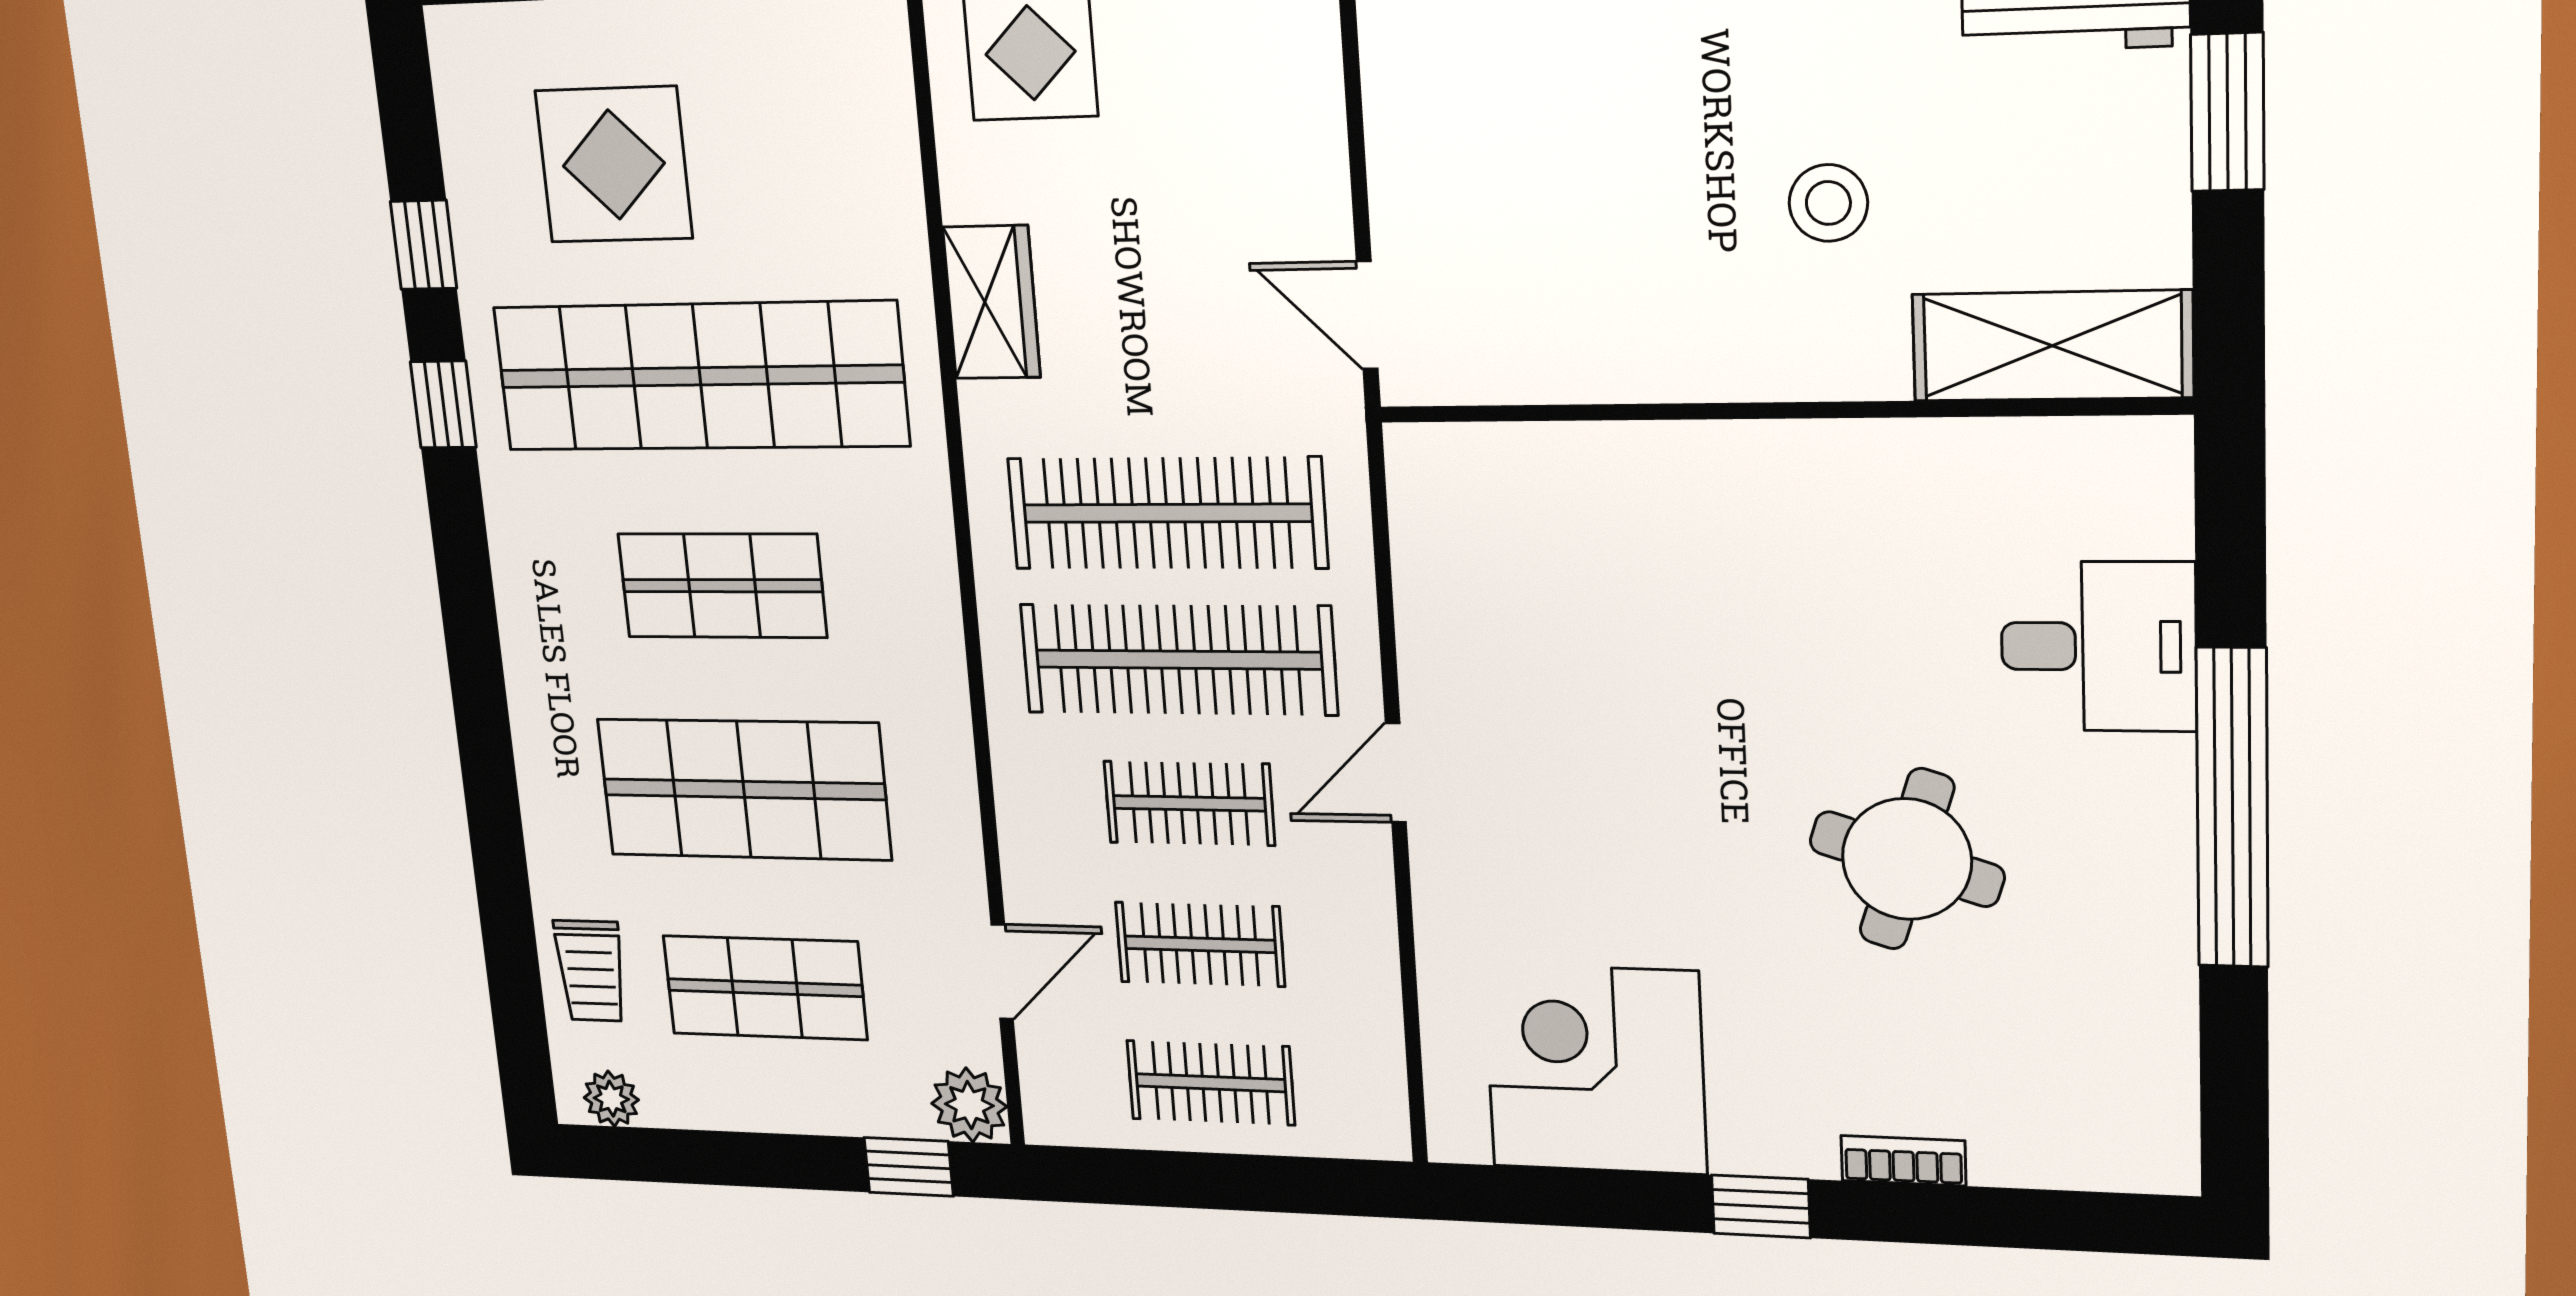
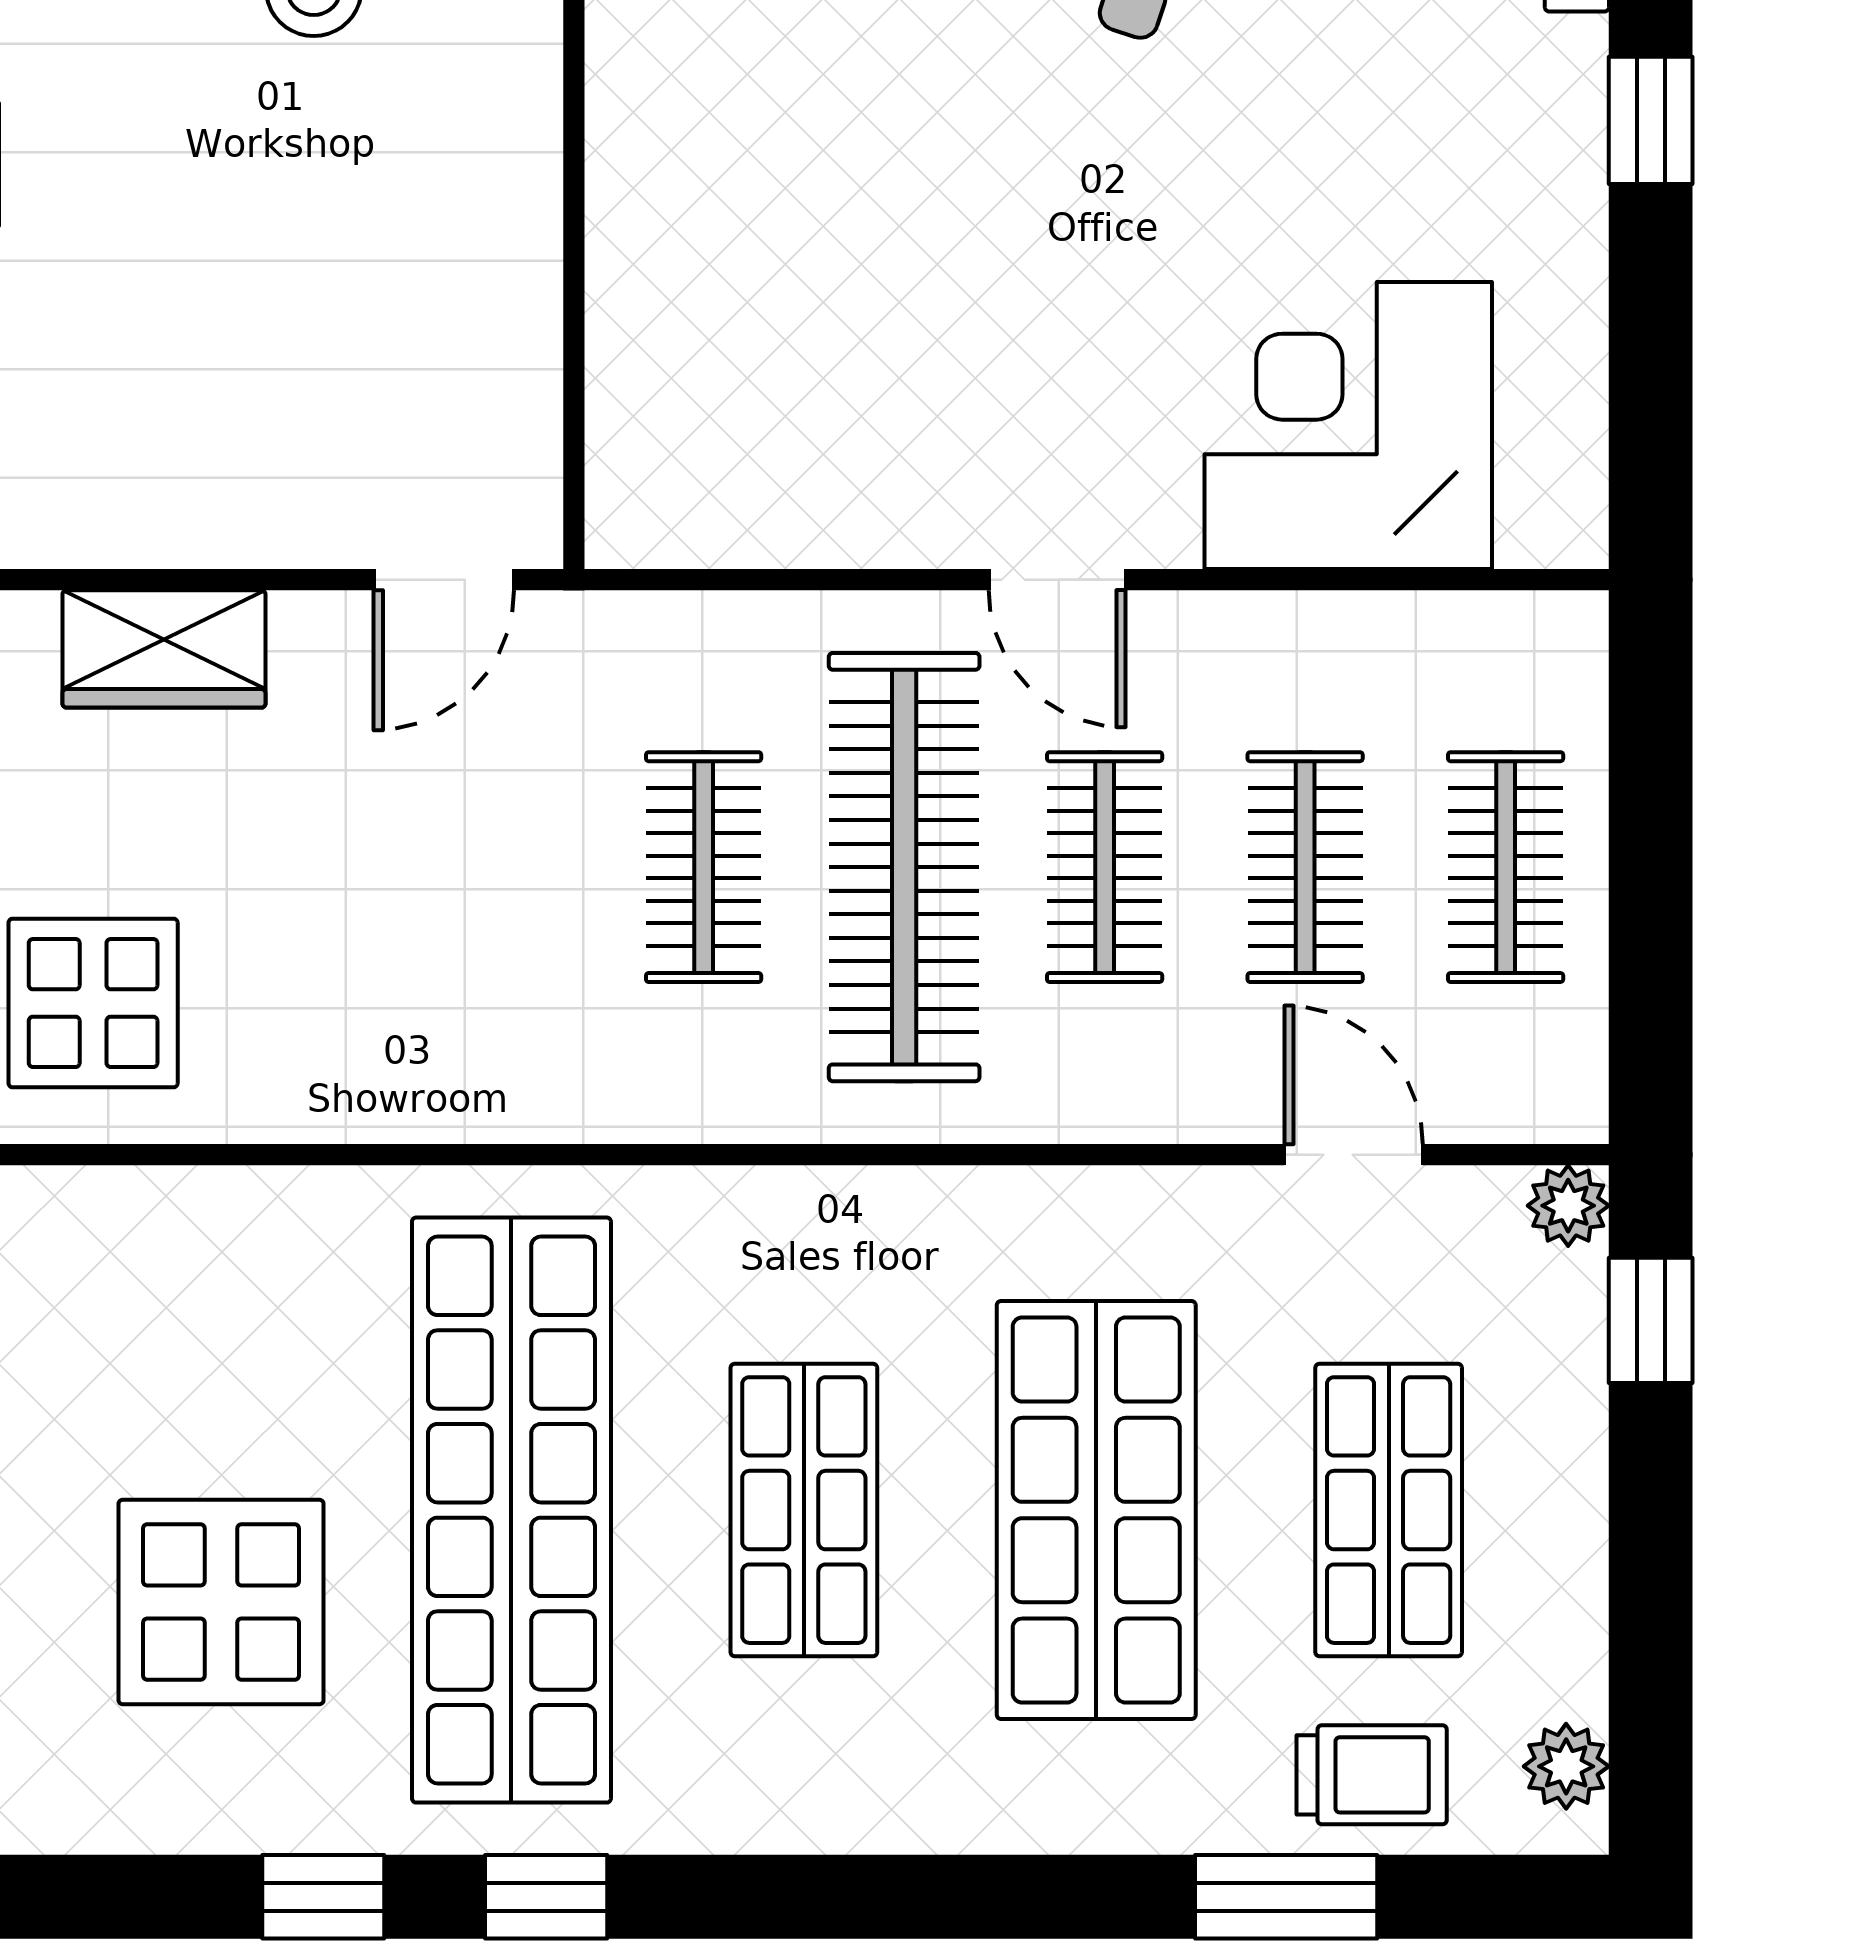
wardrobe: (992, 302) -> (164, 649), moved, turned 180
clothes rail: (1167, 513) -> (704, 867), width x0.54, depth x0.76
window: (506, 912) -> (1286, 1897), added
corner desk: (1595, 1069) -> (1348, 425), moved, turned 90
plant: (969, 1105) -> (1568, 1206), width x0.73, depth x0.73

